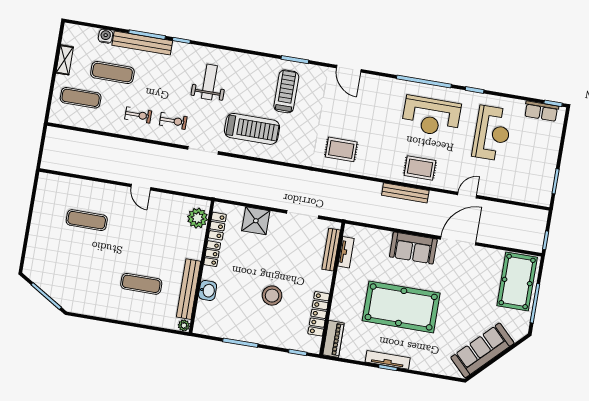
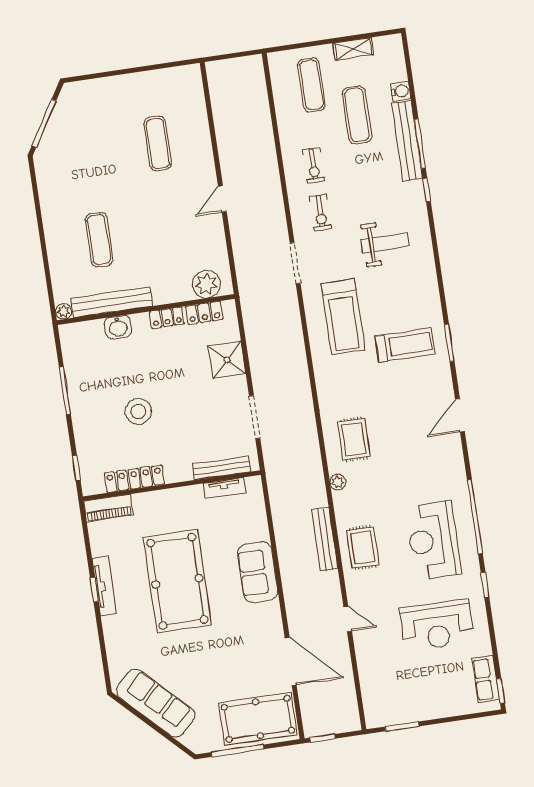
plant: (368, 171) -> (338, 482), added
door: (458, 241) -> (291, 662), moved

